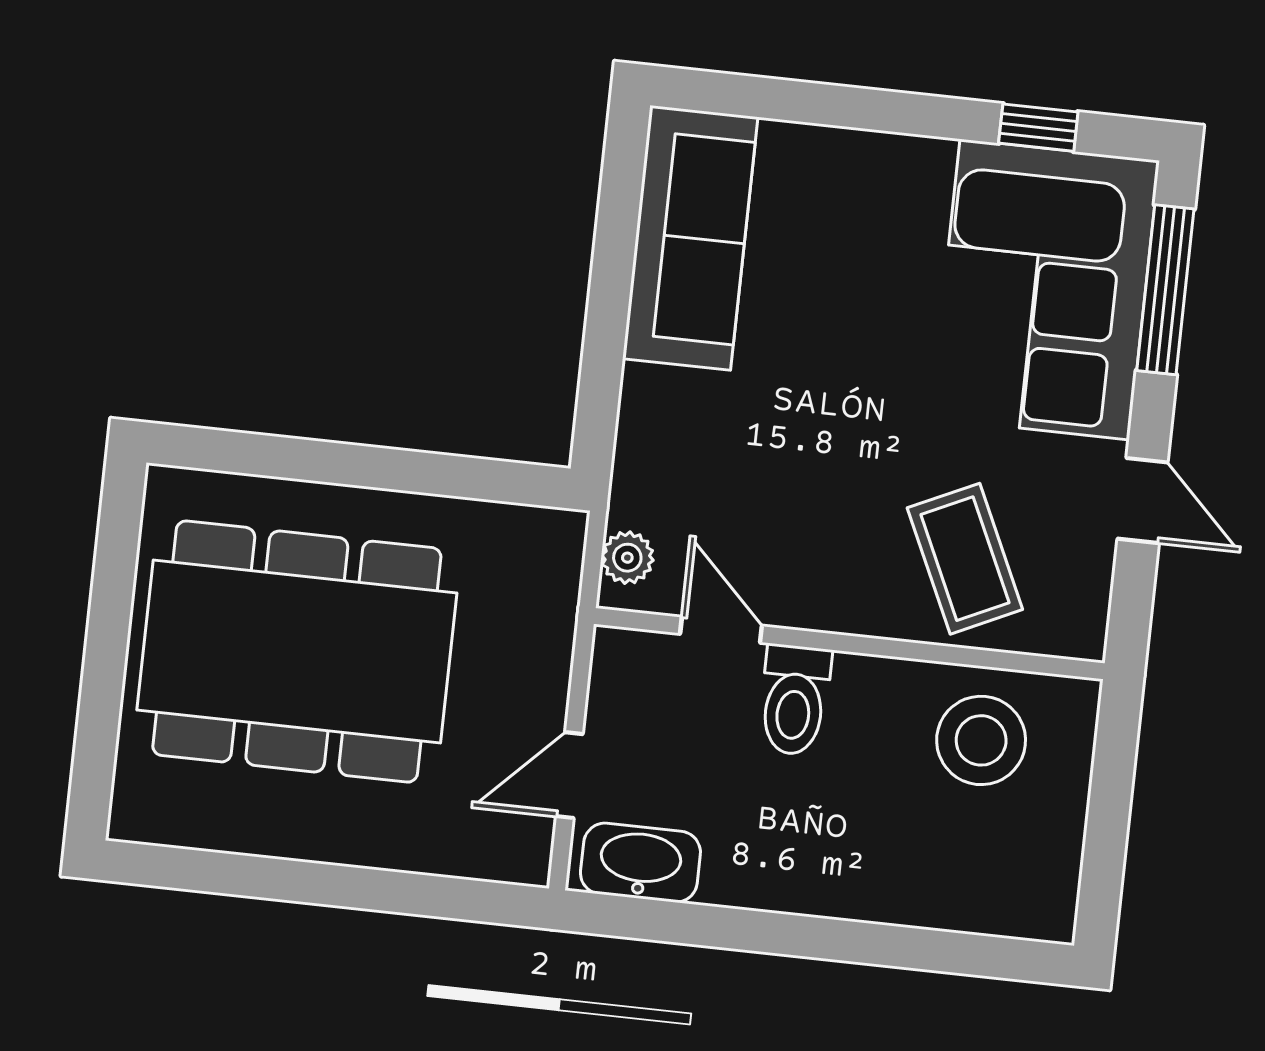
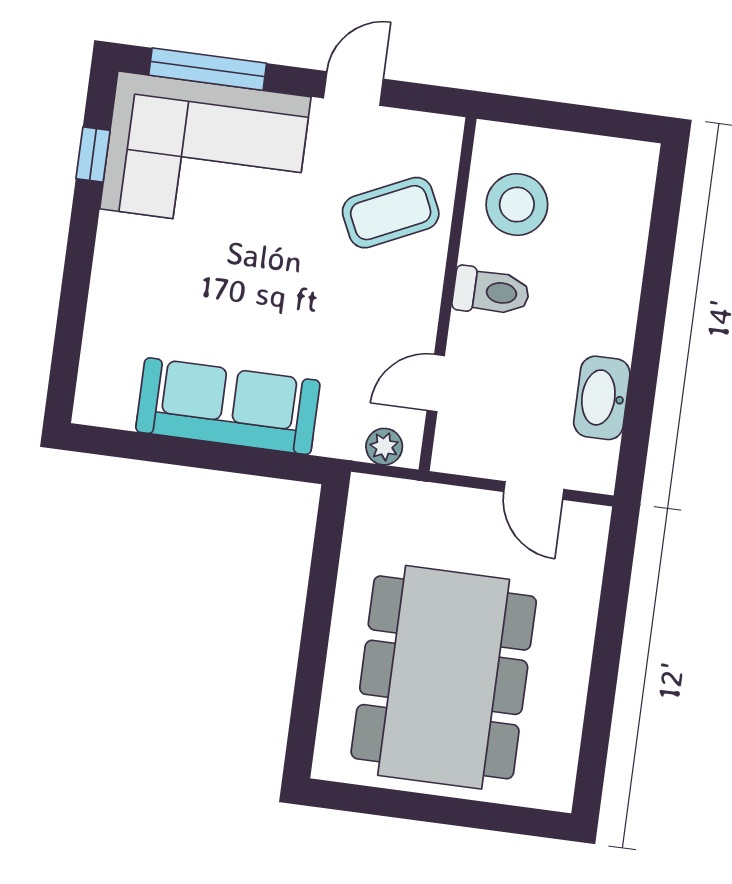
sofa: (690, 238) -> (228, 406), moved
toilet: (794, 700) -> (491, 292), moved
washbasin: (640, 863) -> (602, 398), moved

